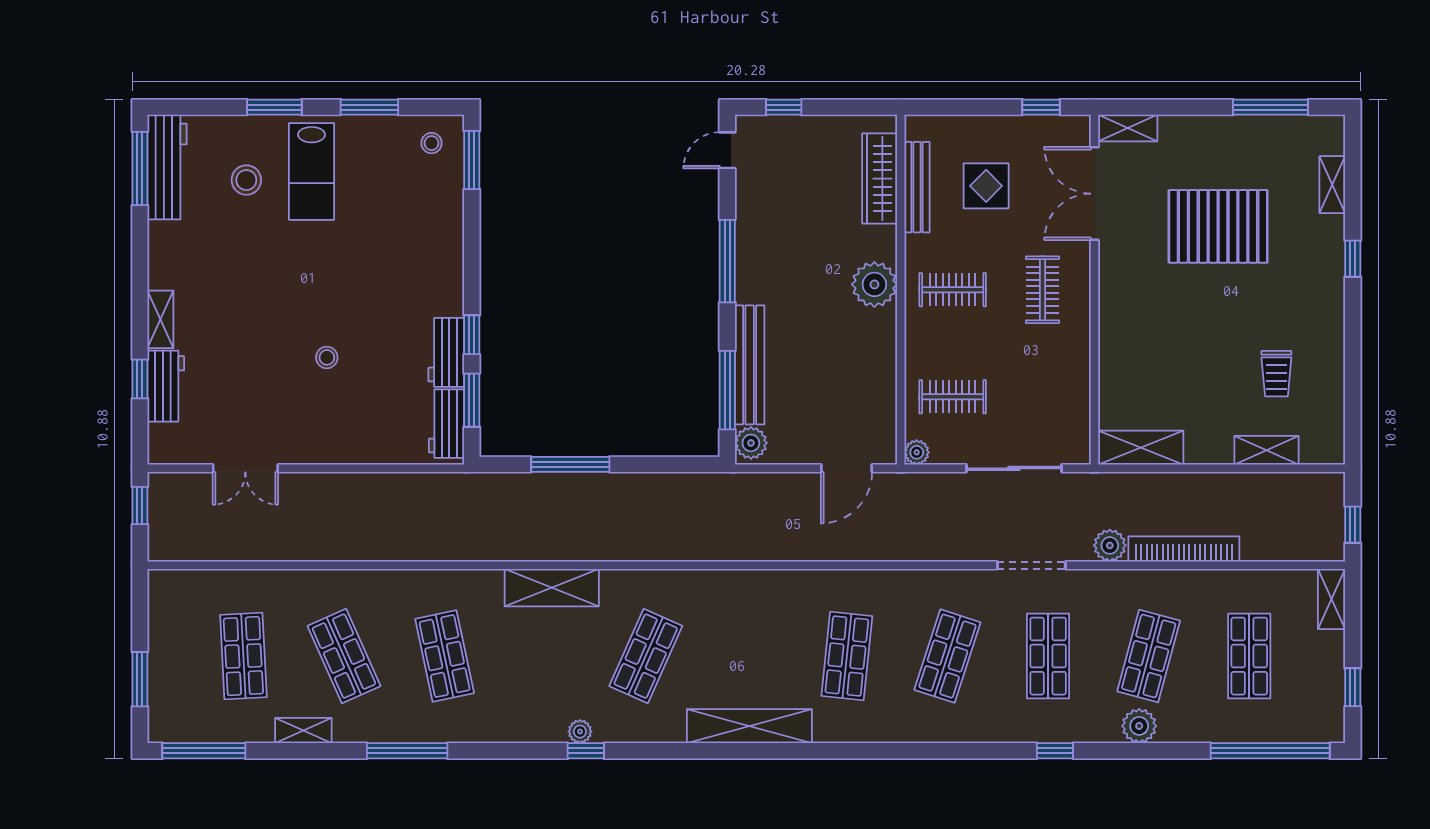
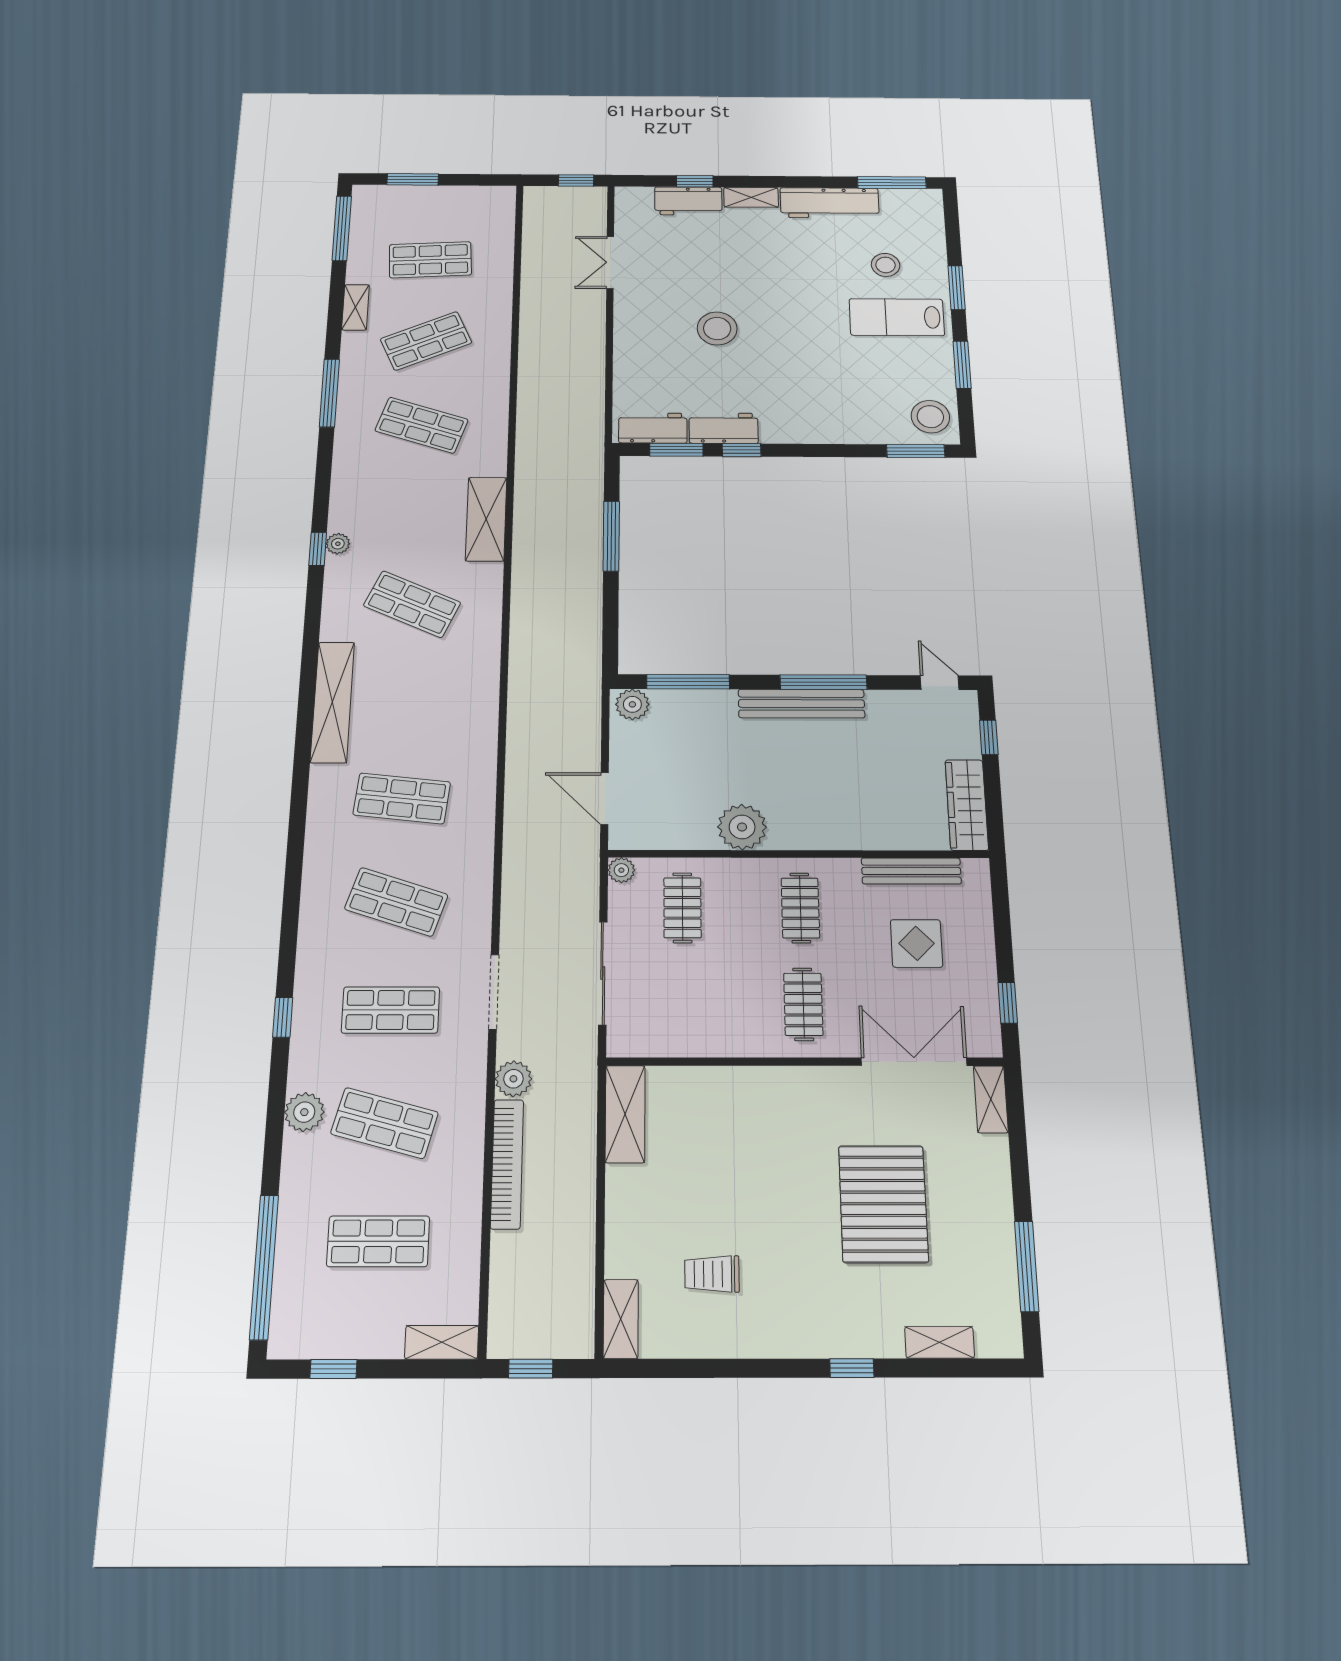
stool: (431, 143) -> (930, 417), width x1.89, depth x1.89
workbench: (167, 167) -> (830, 203), moved
wardrobe: (880, 179) -> (967, 805), moved, turned -90
plant: (874, 284) -> (742, 827), moved
clothes rail: (1043, 290) -> (803, 1004), turned 90
stool: (327, 357) -> (717, 329), width x1.89, depth x1.89
bench: (750, 365) -> (801, 704), moved
shelving: (1267, 450) -> (621, 1319), moved
shop shelf: (445, 656) -> (422, 425), turned 30

